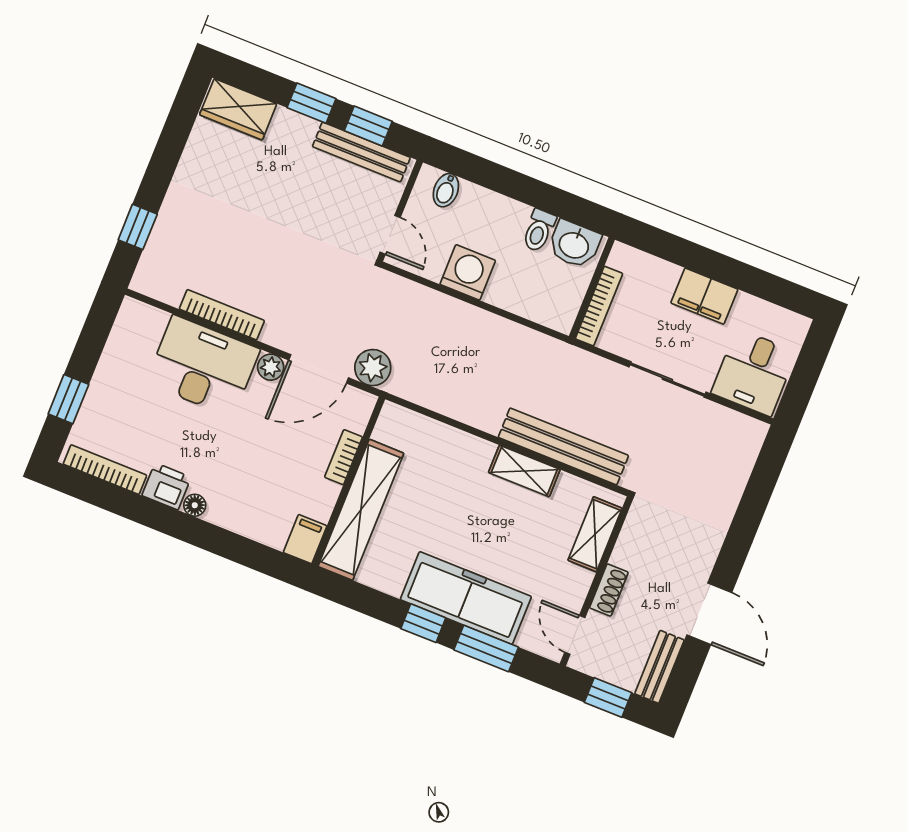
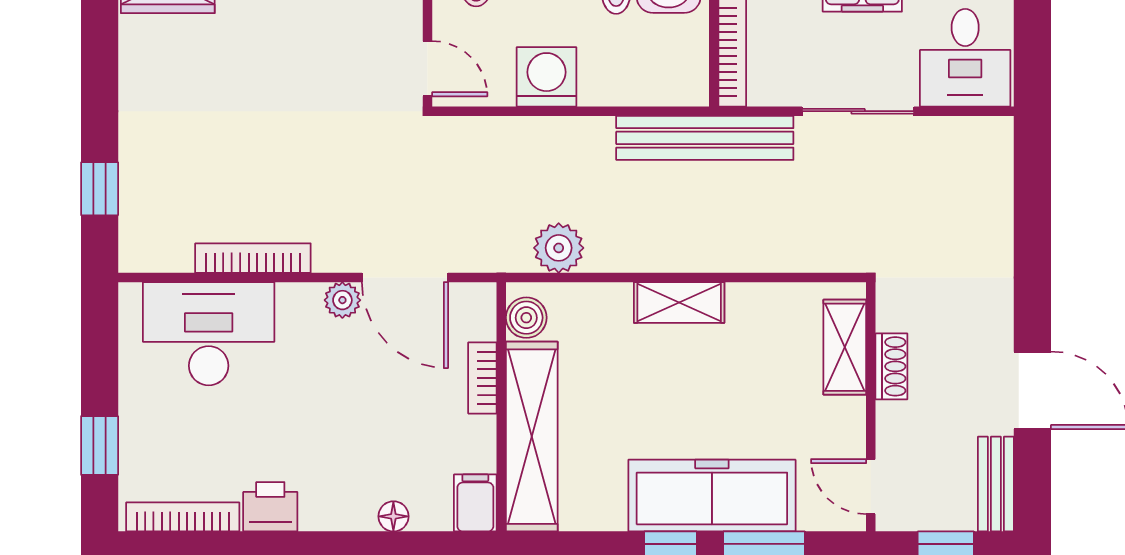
desk: (203, 366) -> (209, 334), moved
plant: (373, 368) -> (559, 248), moved
door: (319, 369) -> (405, 277), hinge flipped
boiler: (389, 429) -> (526, 318), added
bench: (563, 446) -> (705, 138), moved
shelving: (524, 471) -> (679, 302), moved
floor lamp: (195, 505) -> (393, 516), moved
shoe rack: (609, 590) -> (891, 366), moved

